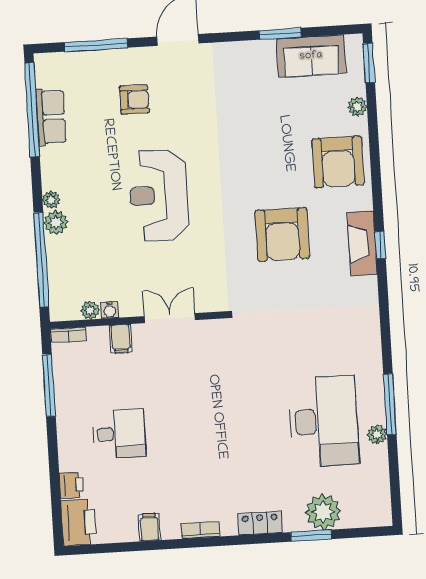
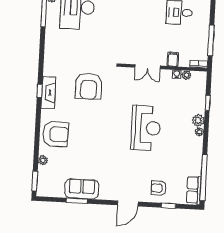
window: (96, 45) -> (168, 206), width x0.46
sofa: (311, 56) -> (82, 189), moved
armchair: (134, 100) -> (159, 188), moved
row of seats: (51, 117) -> (194, 190), moved
armchair: (338, 162) -> (56, 134), turned 90
armchair: (282, 234) -> (89, 86), moved, turned 180
window: (41, 260) -> (208, 103), width x0.32

